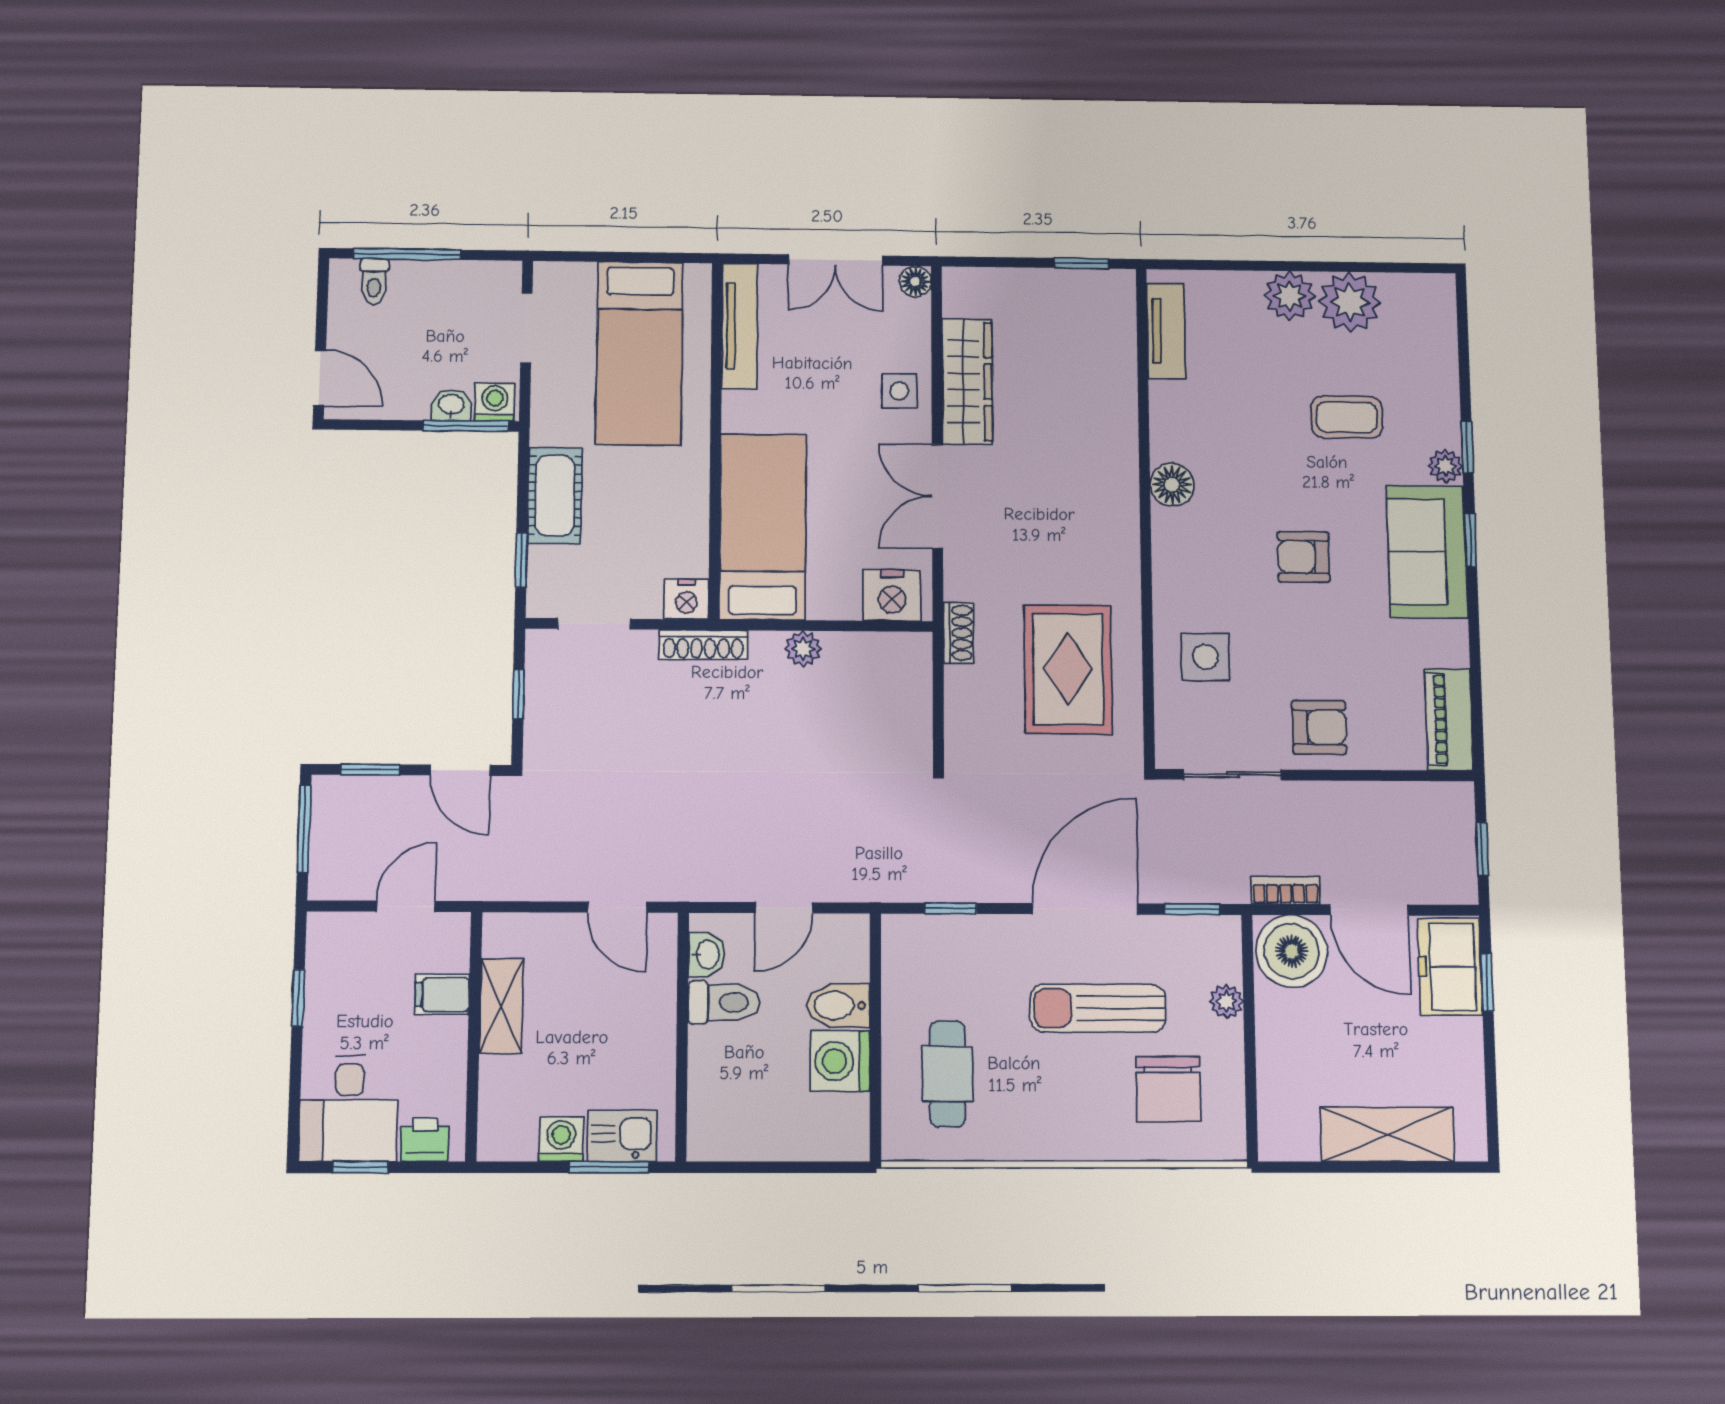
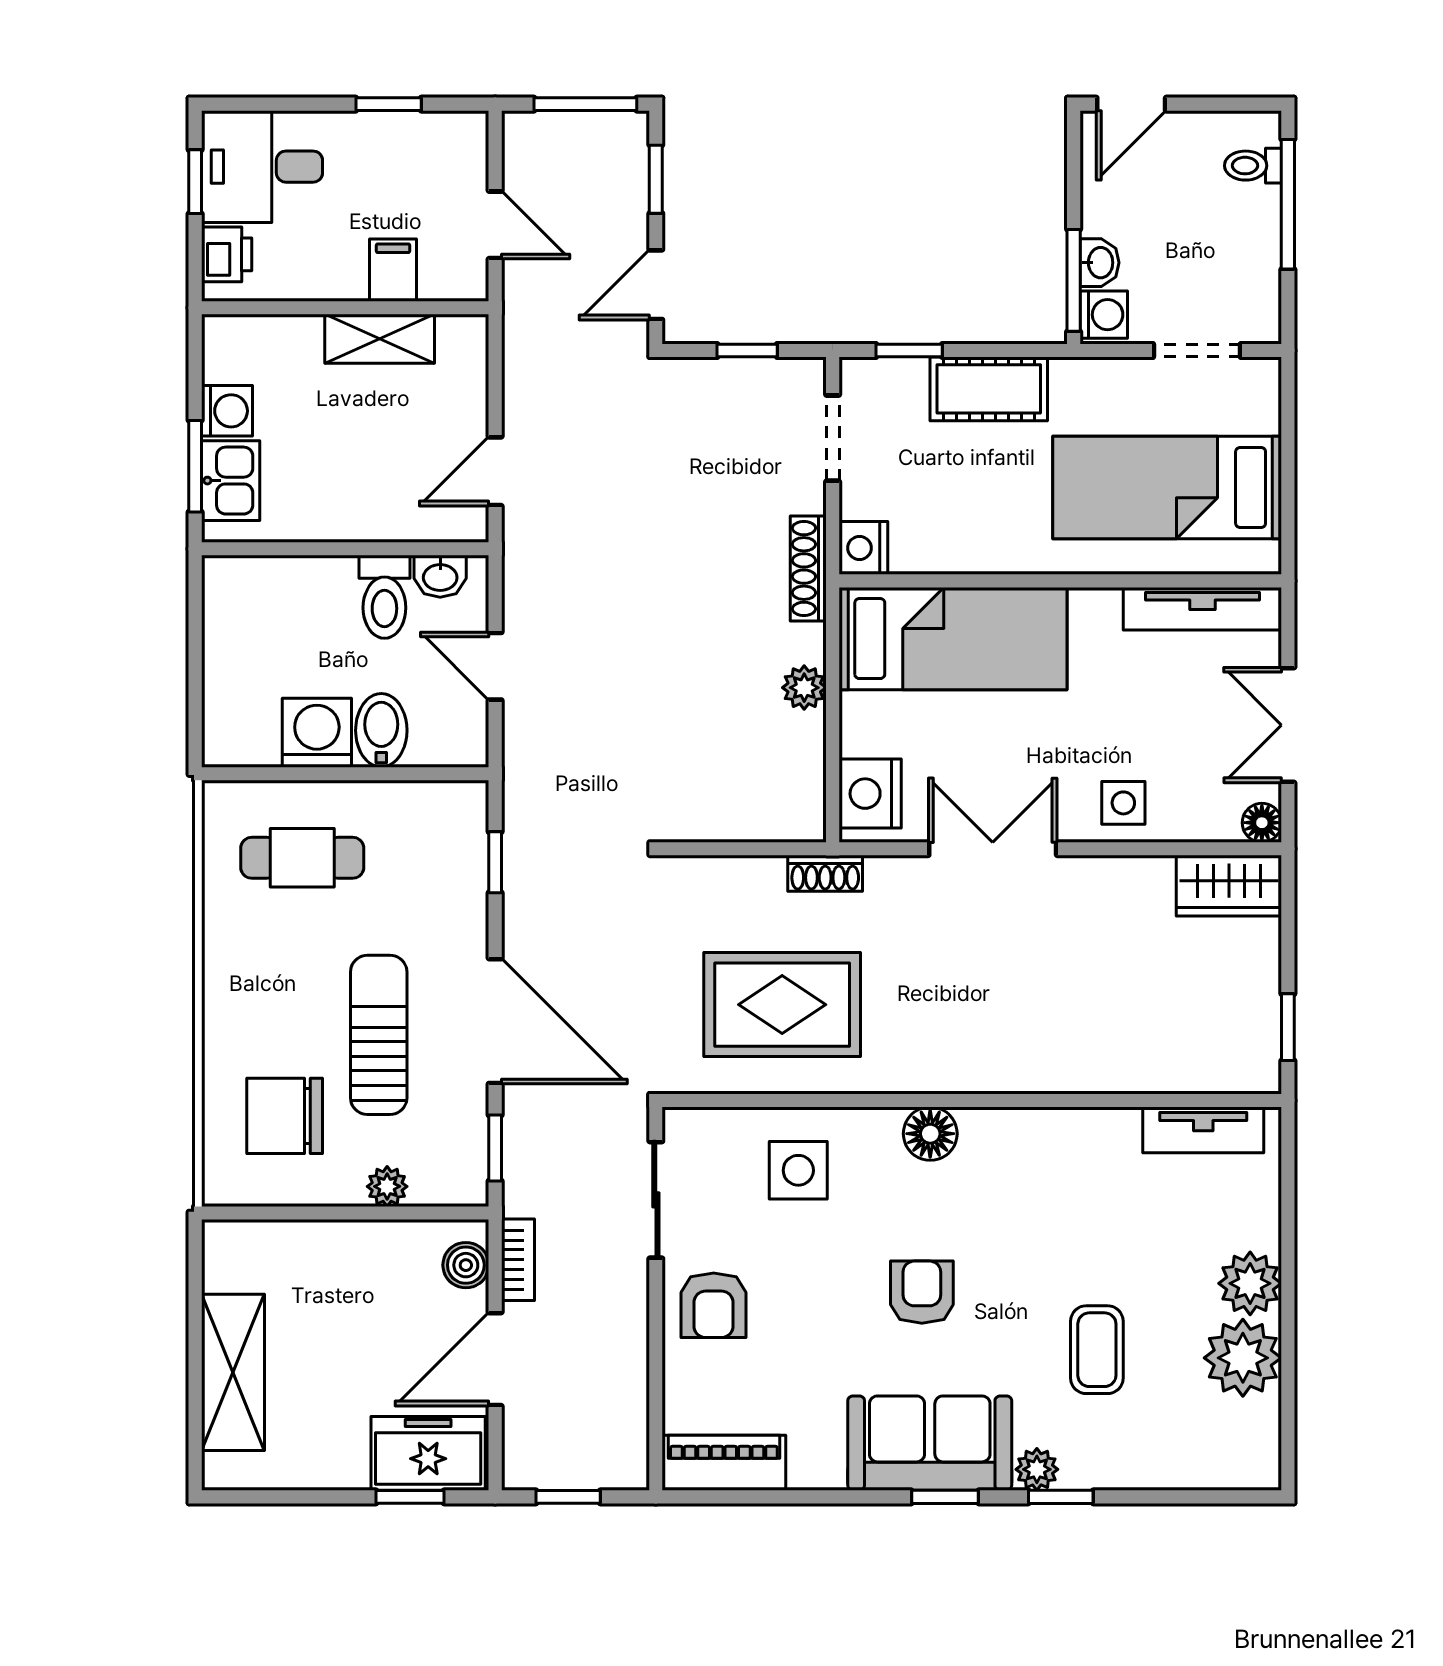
wardrobe: (967, 381) -> (1229, 886), moved, width x0.67
floor lamp: (1172, 485) -> (930, 1134), moved
boiler: (1292, 951) -> (466, 1265), width x0.54, depth x0.54

